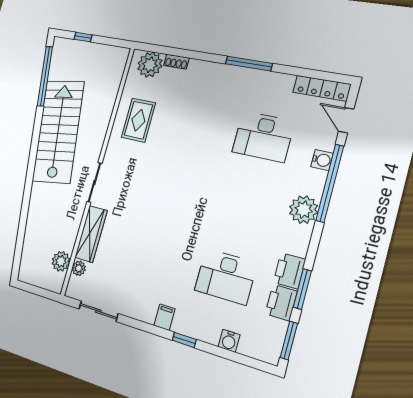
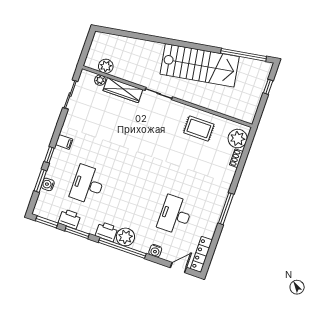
window: (330, 183) -> (122, 248), moved
printer: (289, 271) -> (107, 232), moved
window: (224, 353) -> (40, 181), added

